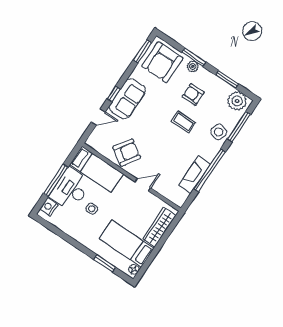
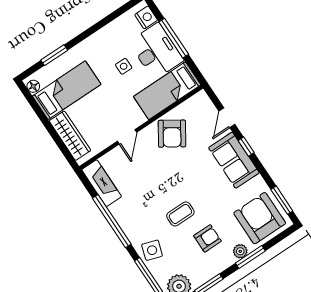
fireplace: (195, 175) -> (102, 183), moved

